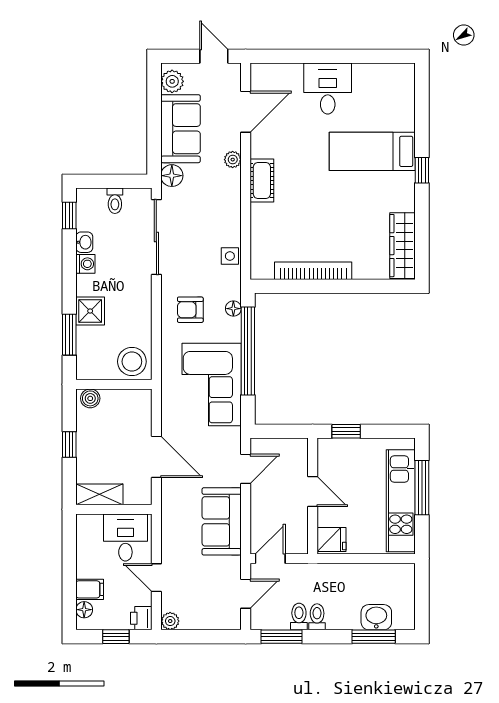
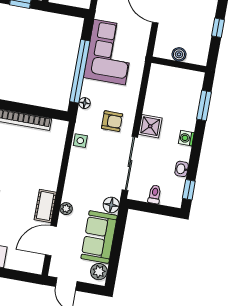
cot: (262, 181) -> (45, 206), moved
washing machine: (85, 264) -> (186, 138), moved
armchair: (190, 310) -> (112, 121), moved
shower: (90, 311) -> (150, 126), moved
stool: (132, 362) -> (163, 78), removed
boiler: (90, 398) -> (179, 54), moved

